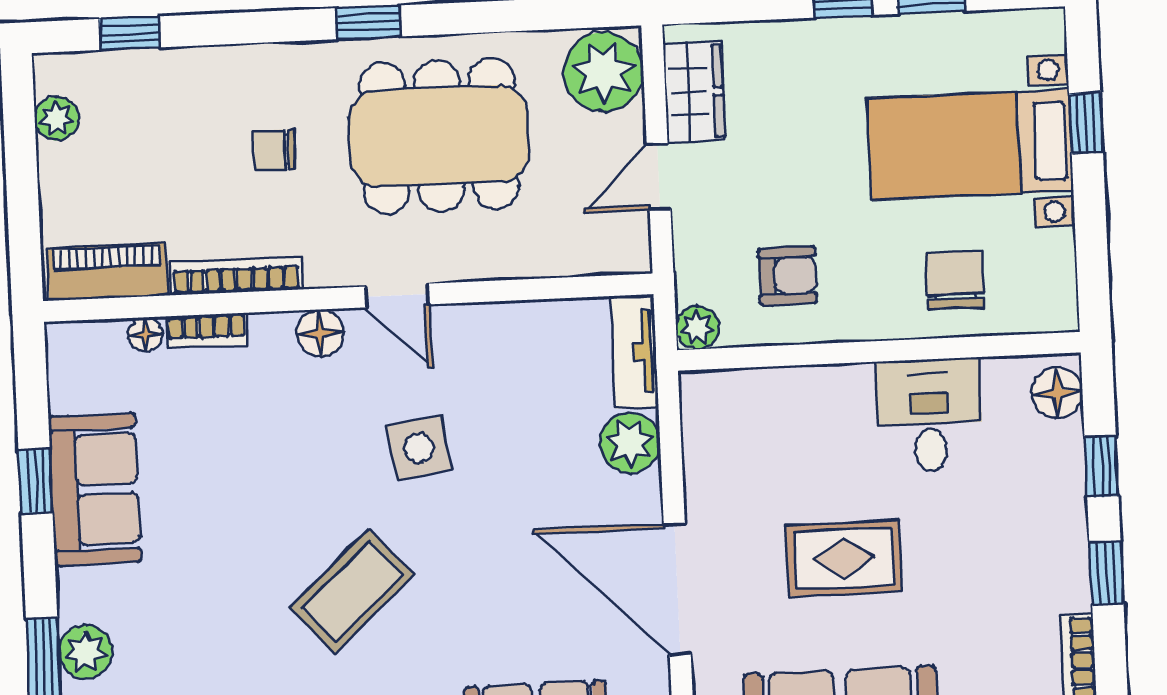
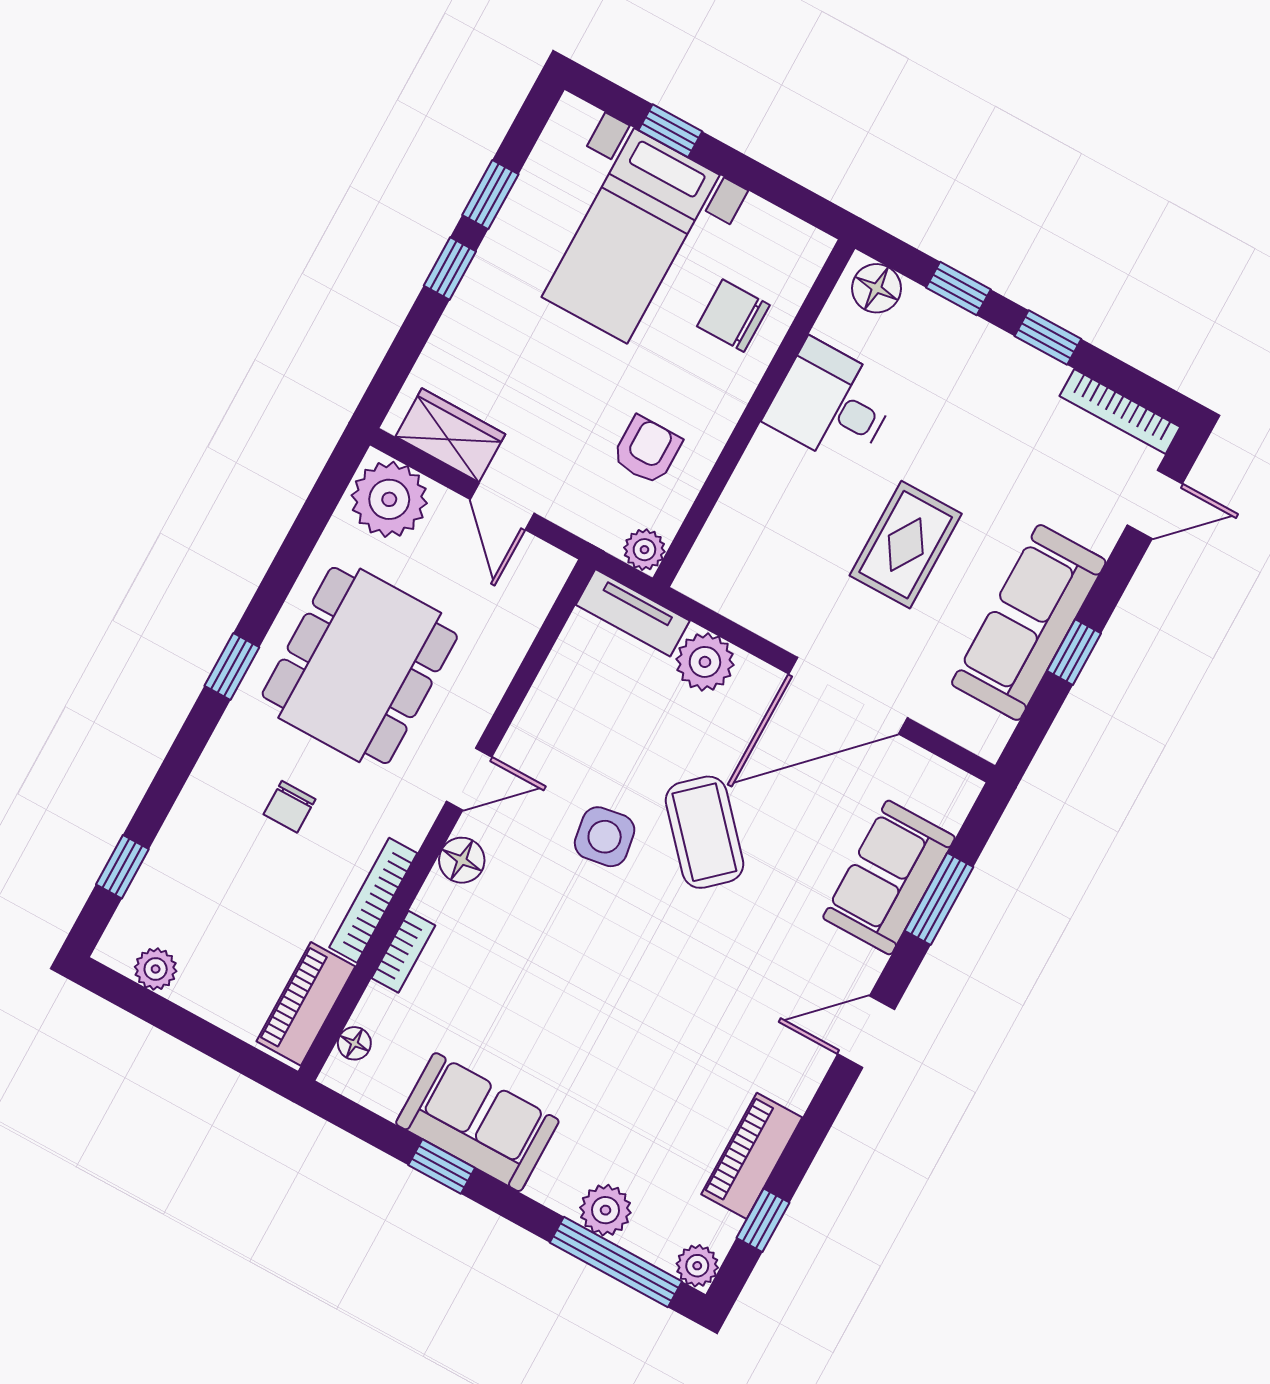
floor lamp: (145, 334) -> (354, 1043), moved
coffee table: (352, 591) -> (704, 832), moved

